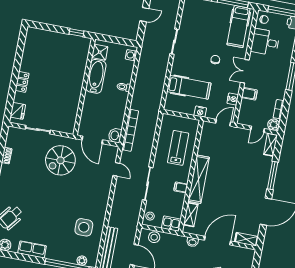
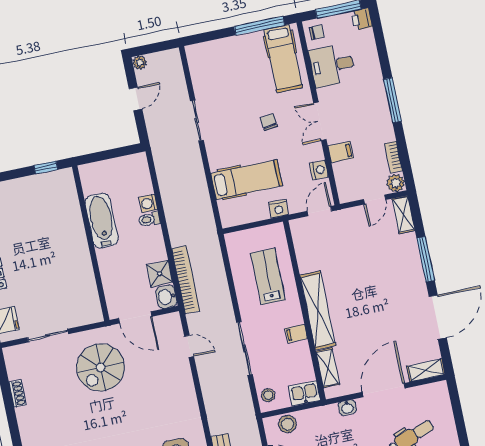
shower: (100, 52) -> (160, 274), moved
washing machine: (131, 55) -> (148, 203), moved

